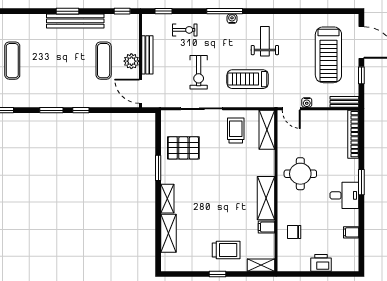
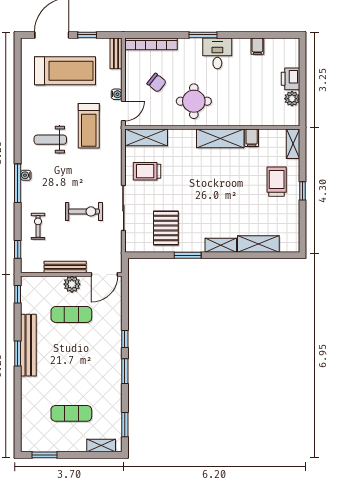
treadmill: (248, 79) -> (89, 126), moved
chair: (294, 232) -> (157, 83), moved, turned -51
plant: (303, 264) -> (292, 99), added

